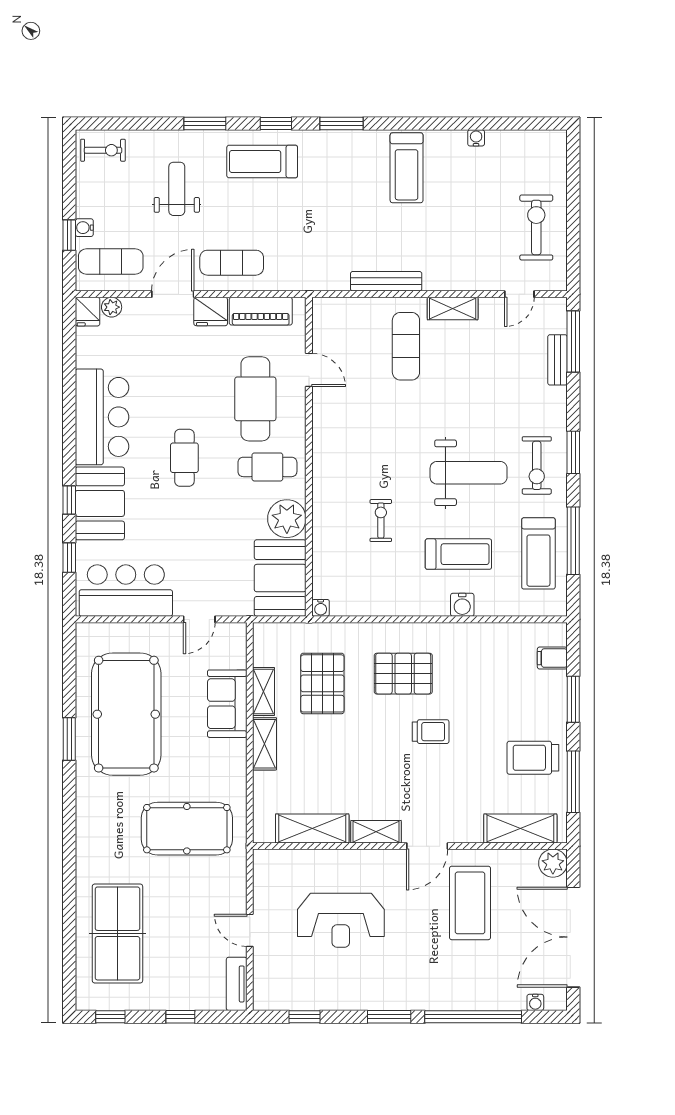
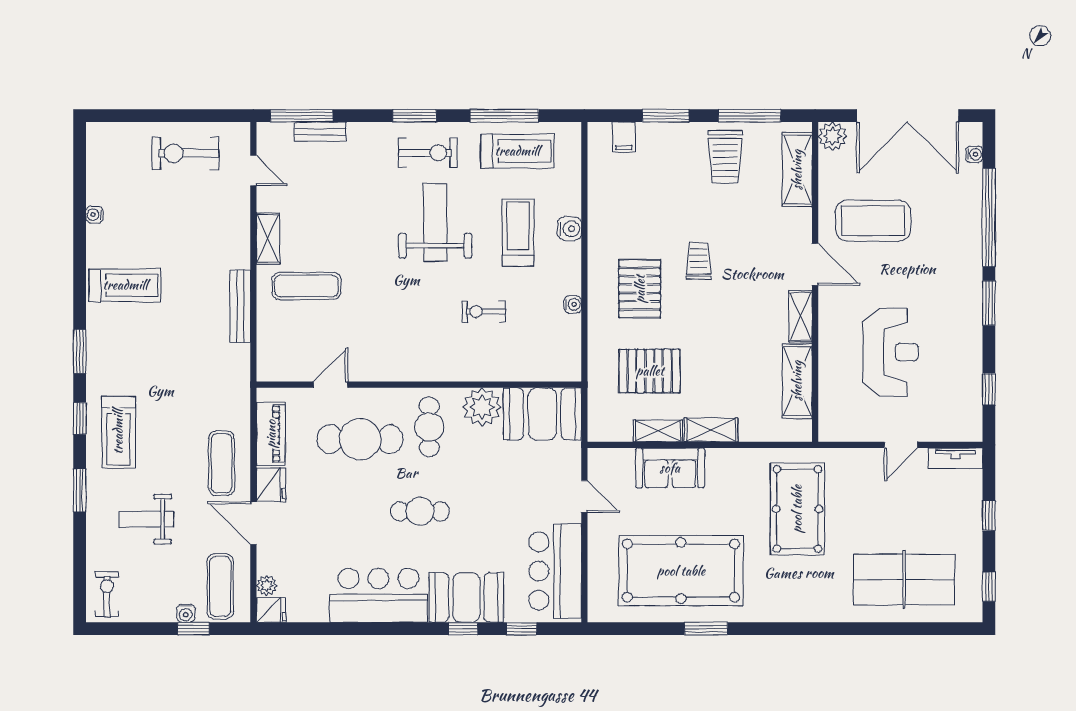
water cooler: (321, 608) -> (573, 304), moved

